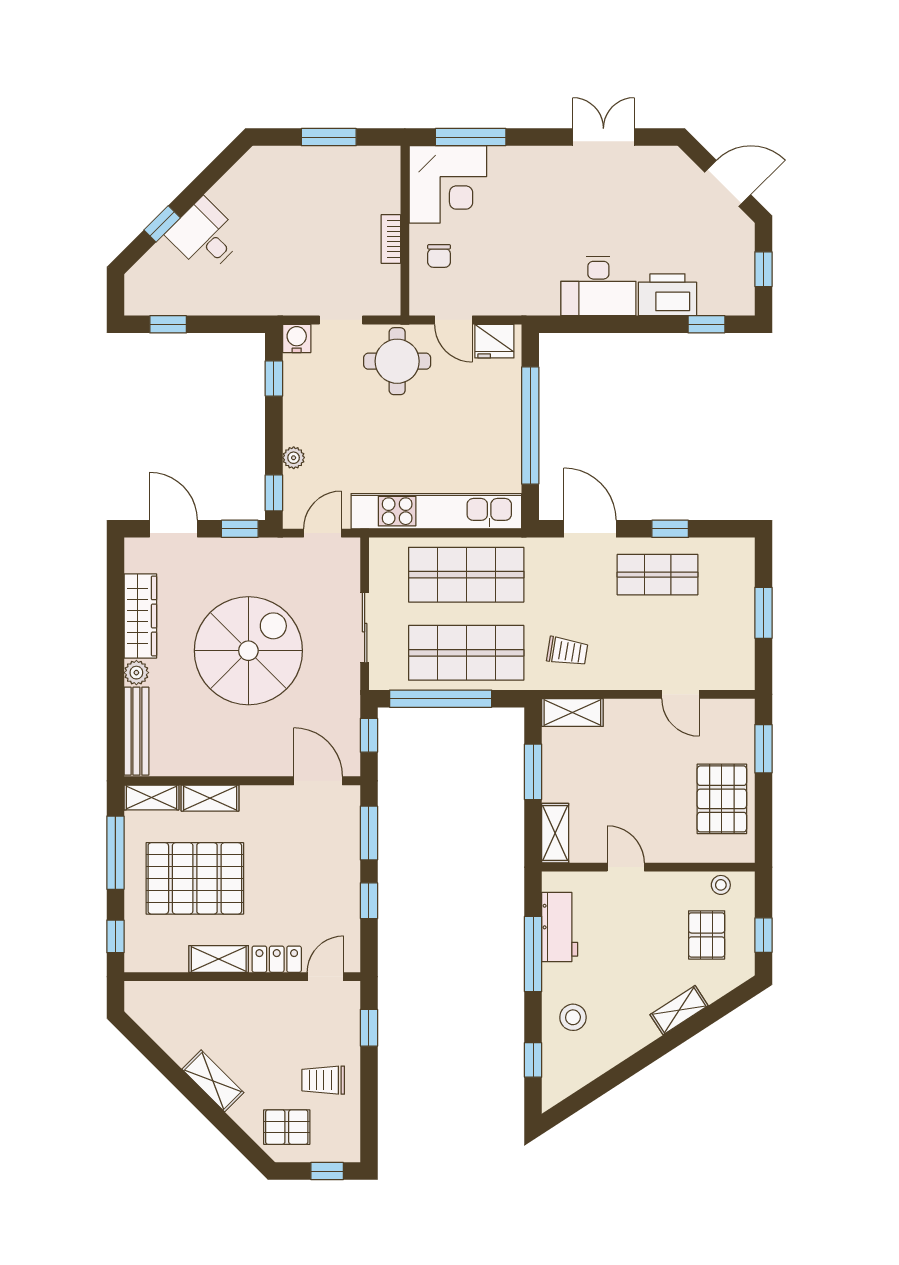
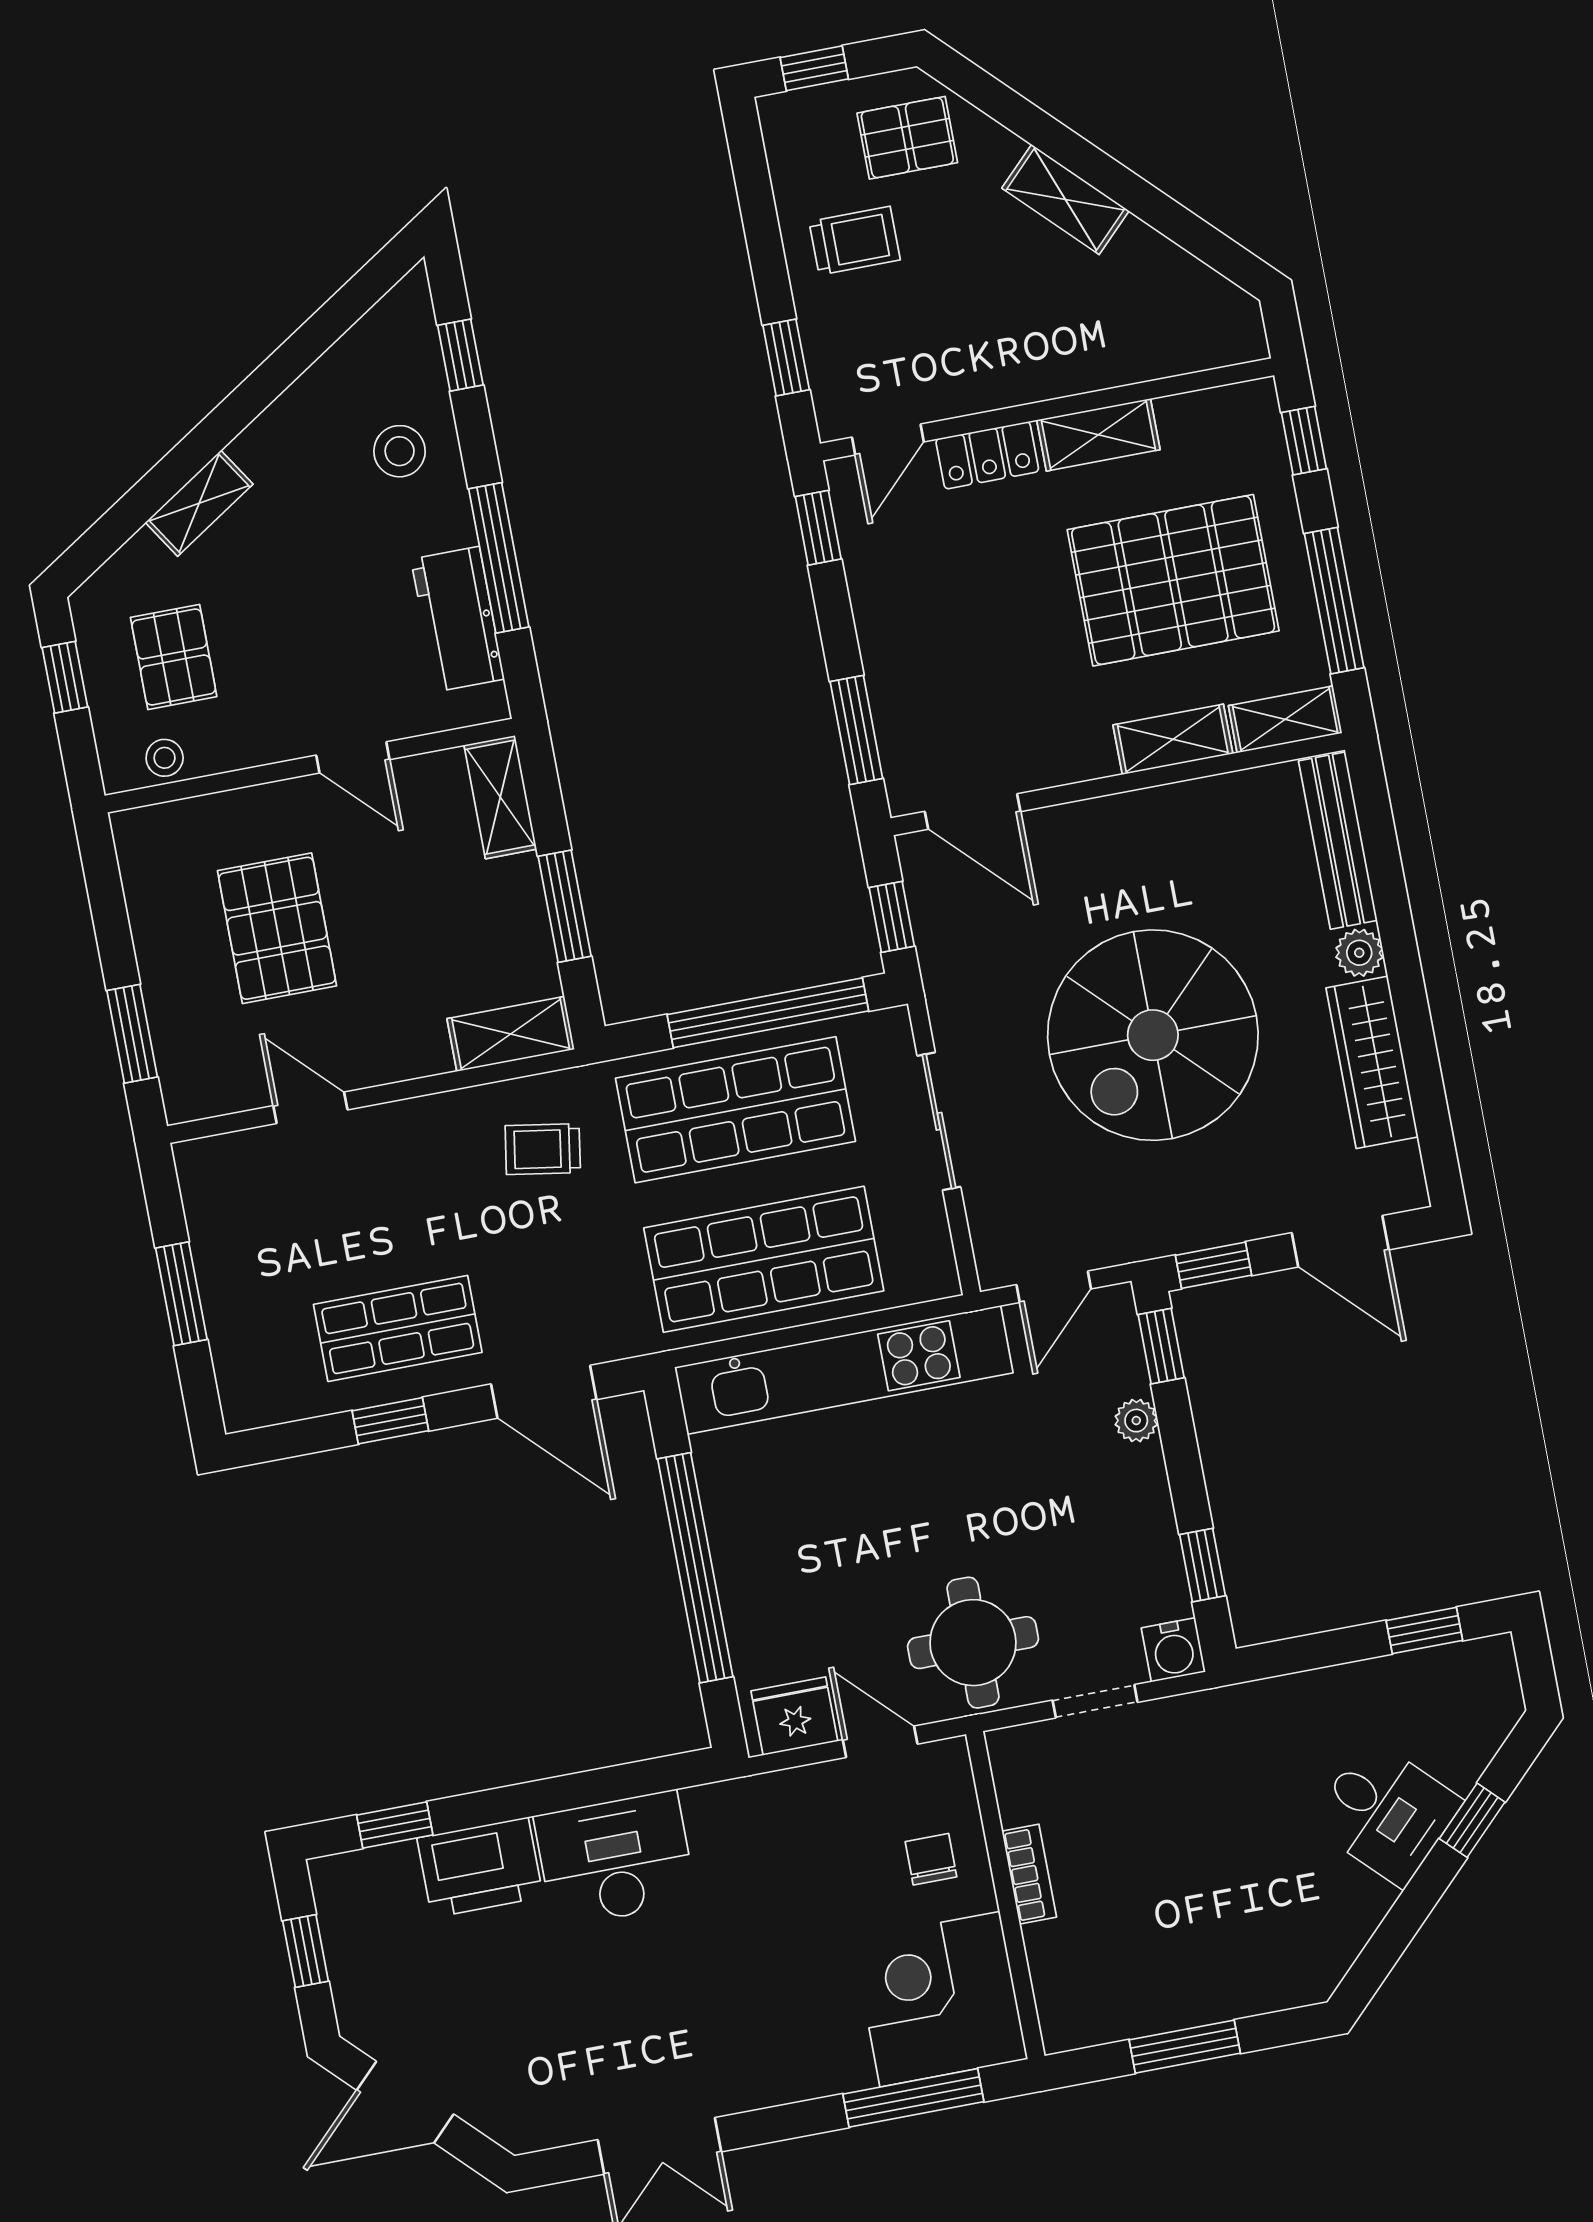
pallet: (722, 799) -> (277, 928), moved
window: (369, 901) -> (818, 528), moved

